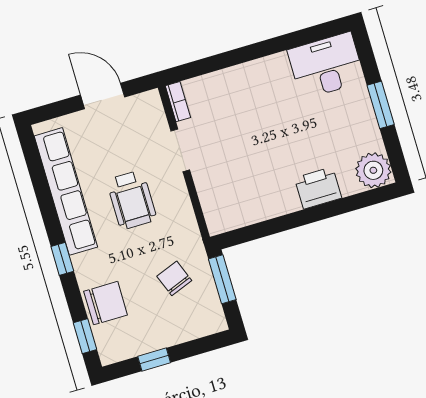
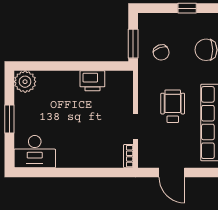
printer: (318, 188) -> (92, 81), moved

